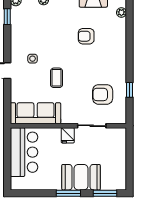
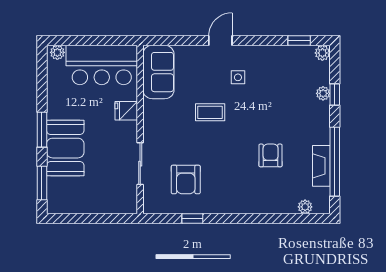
armchair: (103, 94) -> (186, 179), turned 180
sofa: (36, 113) -> (158, 72), width x0.73
fridge: (68, 135) -> (126, 111), moved
plant: (15, 183) -> (57, 52), added

